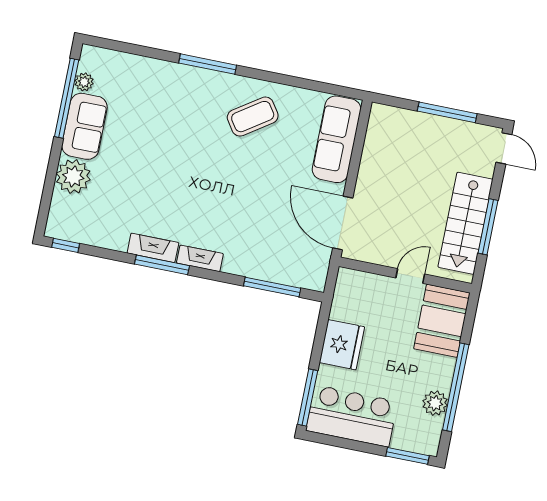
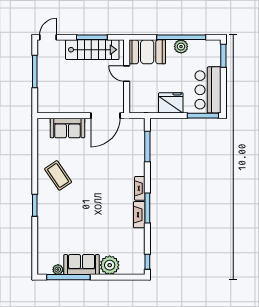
window: (208, 64) -> (35, 205), width x0.69
sofa: (337, 139) -> (67, 128), width x0.73
plant: (435, 403) -> (181, 47), moved

